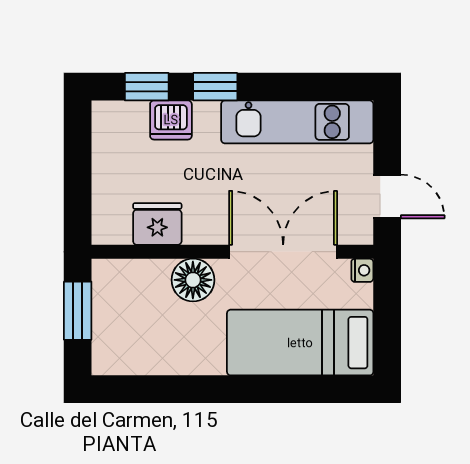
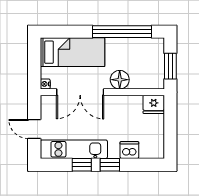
window: (147, 87) -> (82, 165), moved
door: (387, 196) -> (34, 129), moved
fridge: (157, 224) -> (154, 104), moved
window: (188, 389) -> (122, 32), added

